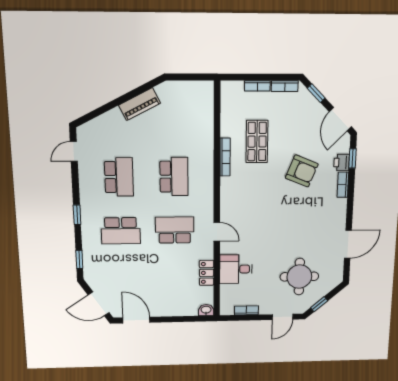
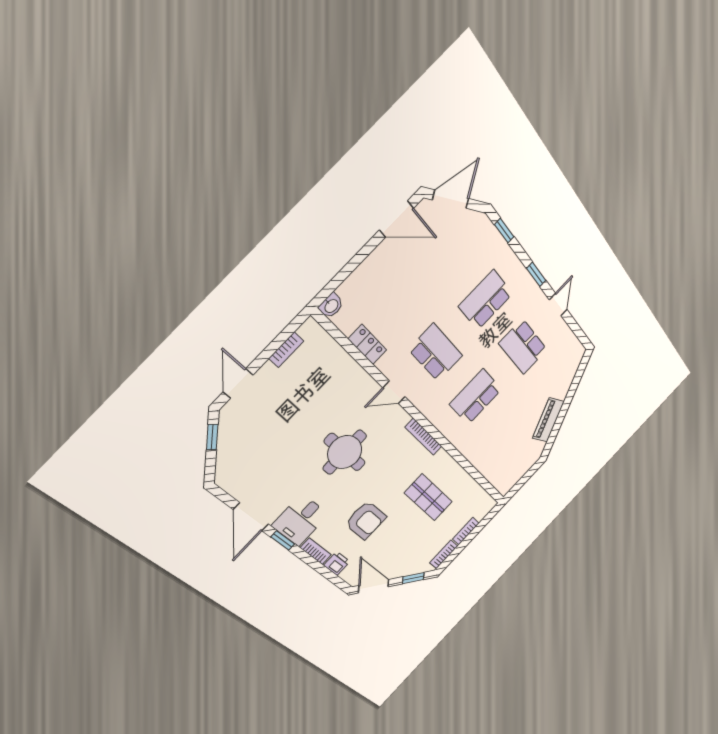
door: (74, 151) -> (558, 305), moved
bookcase: (225, 157) -> (424, 437), moved
window: (352, 158) -> (283, 540), moved
armchair: (302, 171) -> (366, 520), turned -112
school desk: (174, 177) -> (476, 397), turned 90
school desk: (175, 230) -> (436, 353), turned -90
desk: (236, 269) -> (300, 520), moved, turned 180
round table: (299, 277) -> (345, 452), moved

